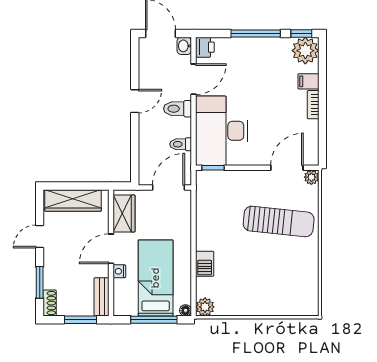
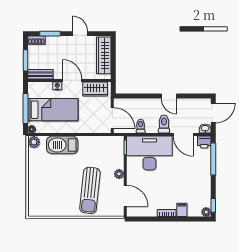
window: (256, 34) -> (213, 159), moved
plant: (305, 51) -> (206, 212), width x0.53, depth x0.53
plant: (311, 177) -> (119, 174), moved
barbecue: (205, 264) -> (62, 145), width x1.88, depth x1.53

